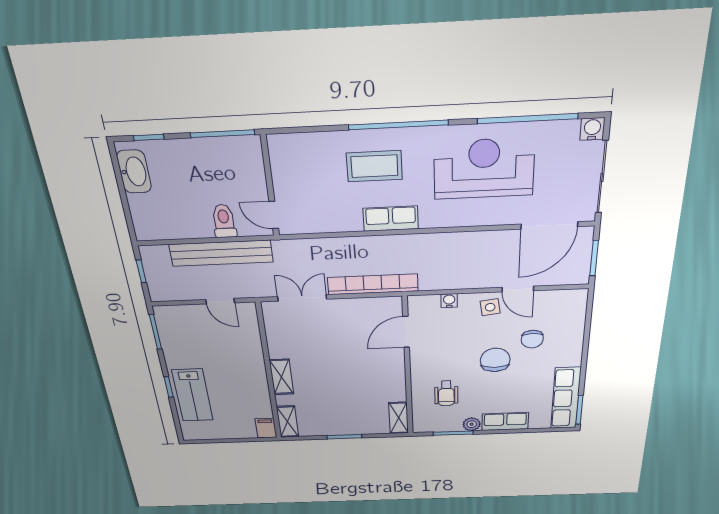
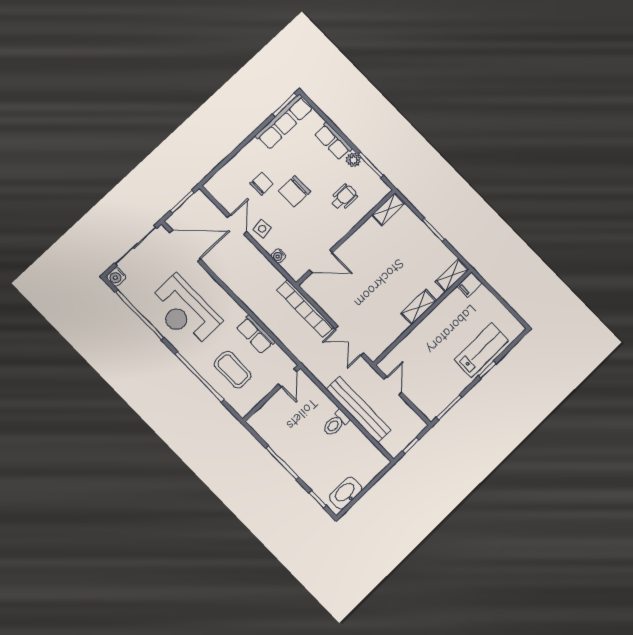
wall: (270, 186) -> (272, 393), moved
door: (274, 215) -> (288, 378), moved

